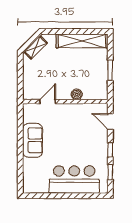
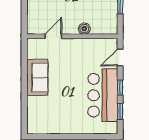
door: (110, 122) -> (120, 57), hinge flipped
bar counter: (74, 180) -> (103, 95), moved, turned -90

